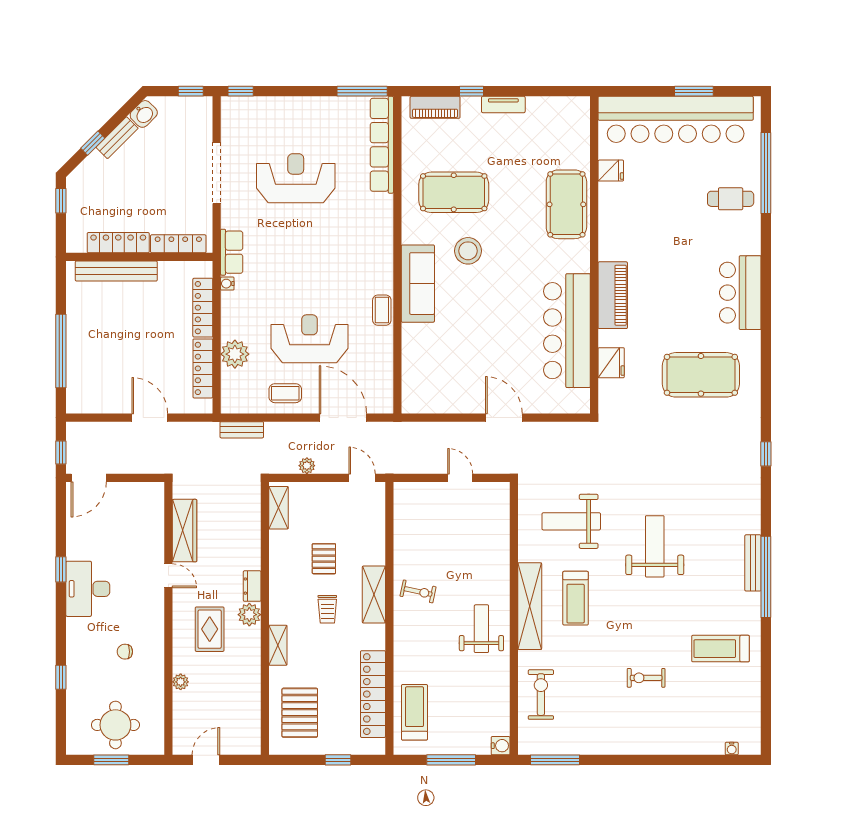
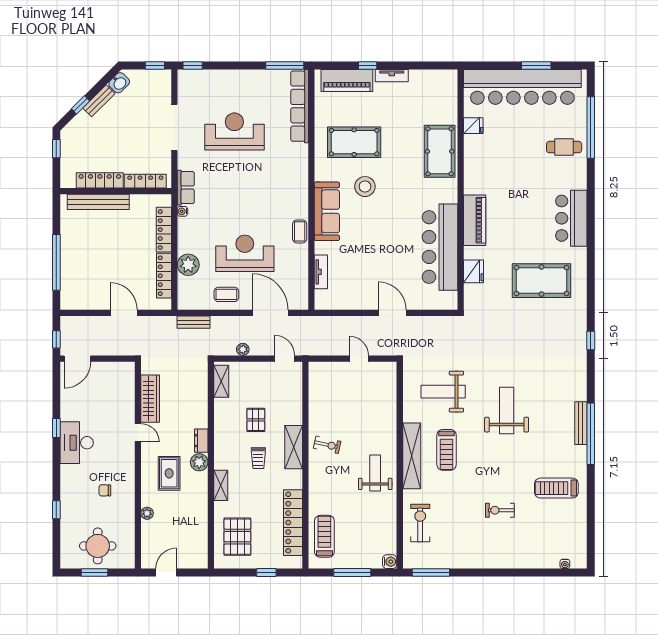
piano: (435, 107) -> (347, 80), width x1.37, depth x1.33
tv unit: (410, 363) -> (321, 272), added

